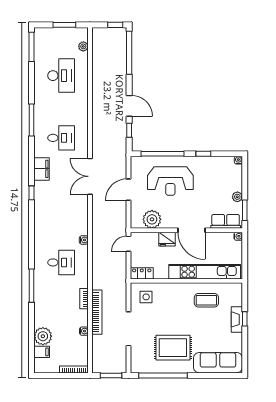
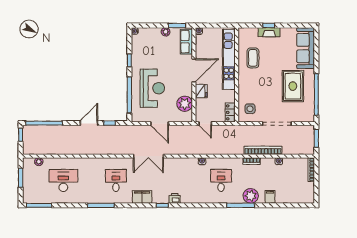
printer: (40, 208) -> (175, 198), added
plant: (43, 336) -> (251, 196), moved
filing cabinet: (42, 352) -> (270, 197), moved

